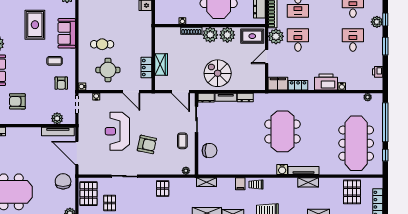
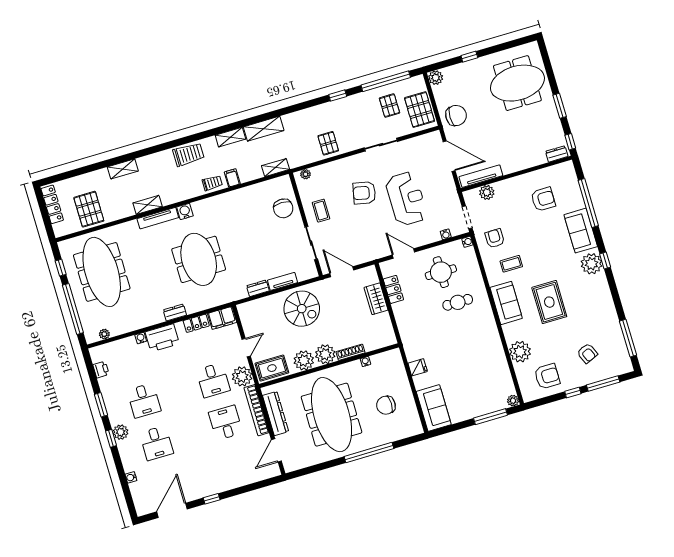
dresser: (206, 98) -> (175, 313), moved
chair: (210, 151) -> (283, 208), turned -90
chair: (63, 181) -> (456, 116), turned -90

